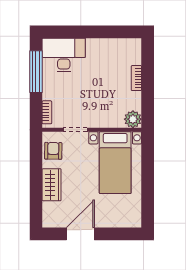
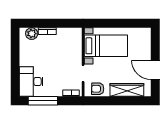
plant: (133, 119) -> (32, 34), moved
wardrobe: (52, 185) -> (127, 90), width x1.50

